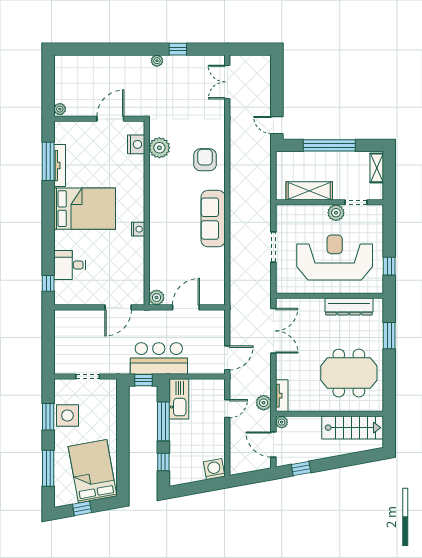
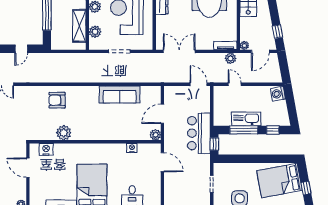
door: (277, 125) -> (21, 49), moved
plant: (159, 148) -> (64, 133), moved
plant: (301, 213) -> (95, 32), added
sofa: (213, 219) -> (120, 94), moved
nightstand: (138, 229) -> (132, 148), moved
door: (186, 307) -> (162, 114), hinge flipped
kitchen sink: (179, 399) -> (246, 119), moved

